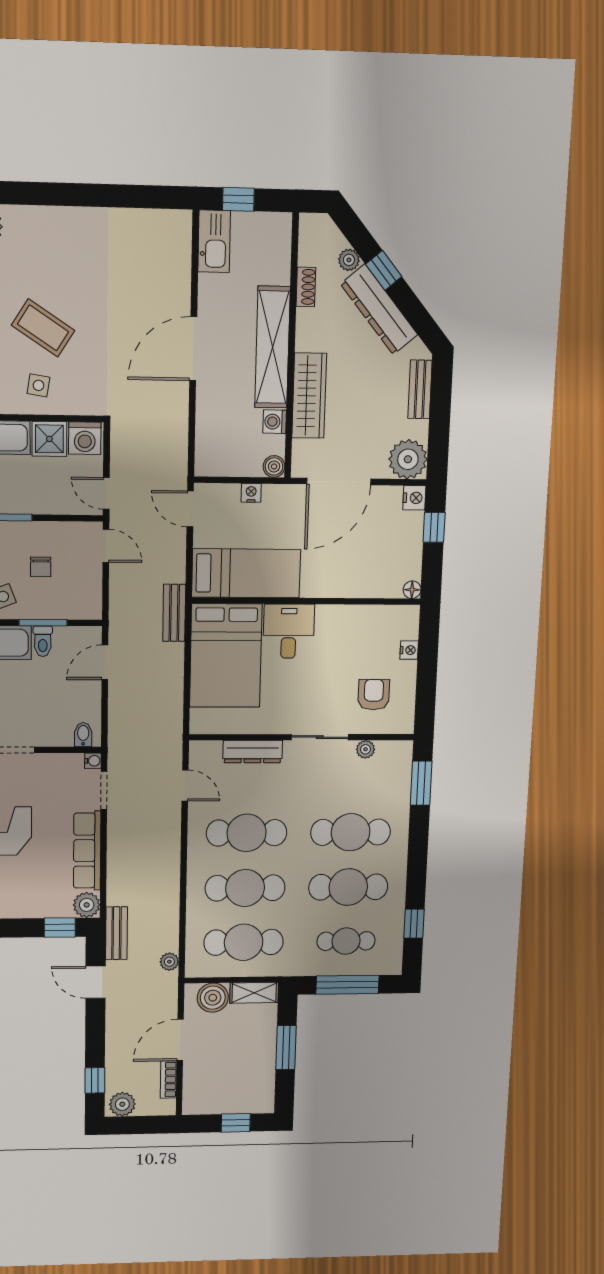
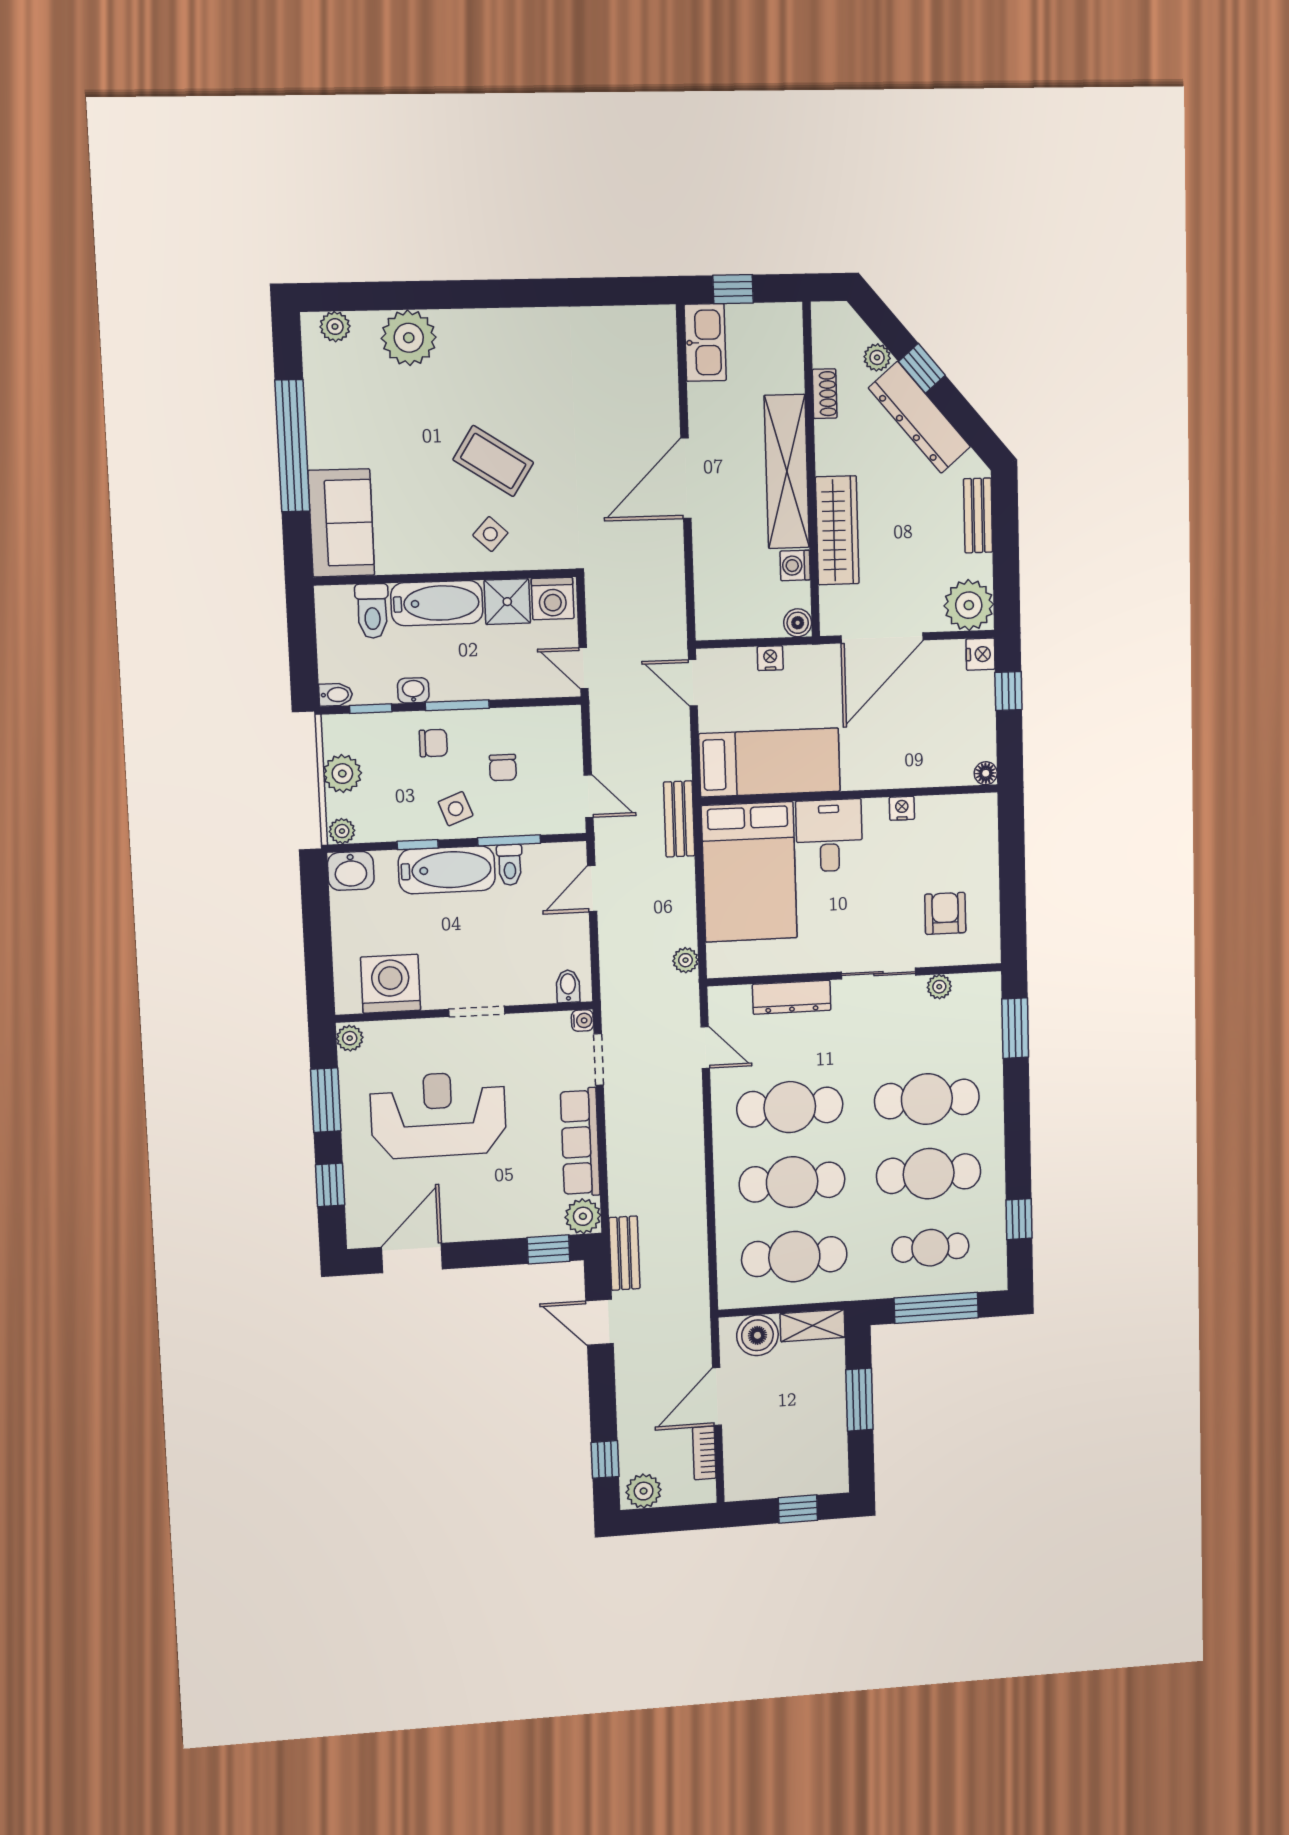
side table: (38, 385) -> (490, 534), turned 34
door: (106, 546) -> (589, 796), moved
nightstand: (409, 650) -> (902, 808), moved, turned -90
plant: (169, 962) -> (685, 960), moved

